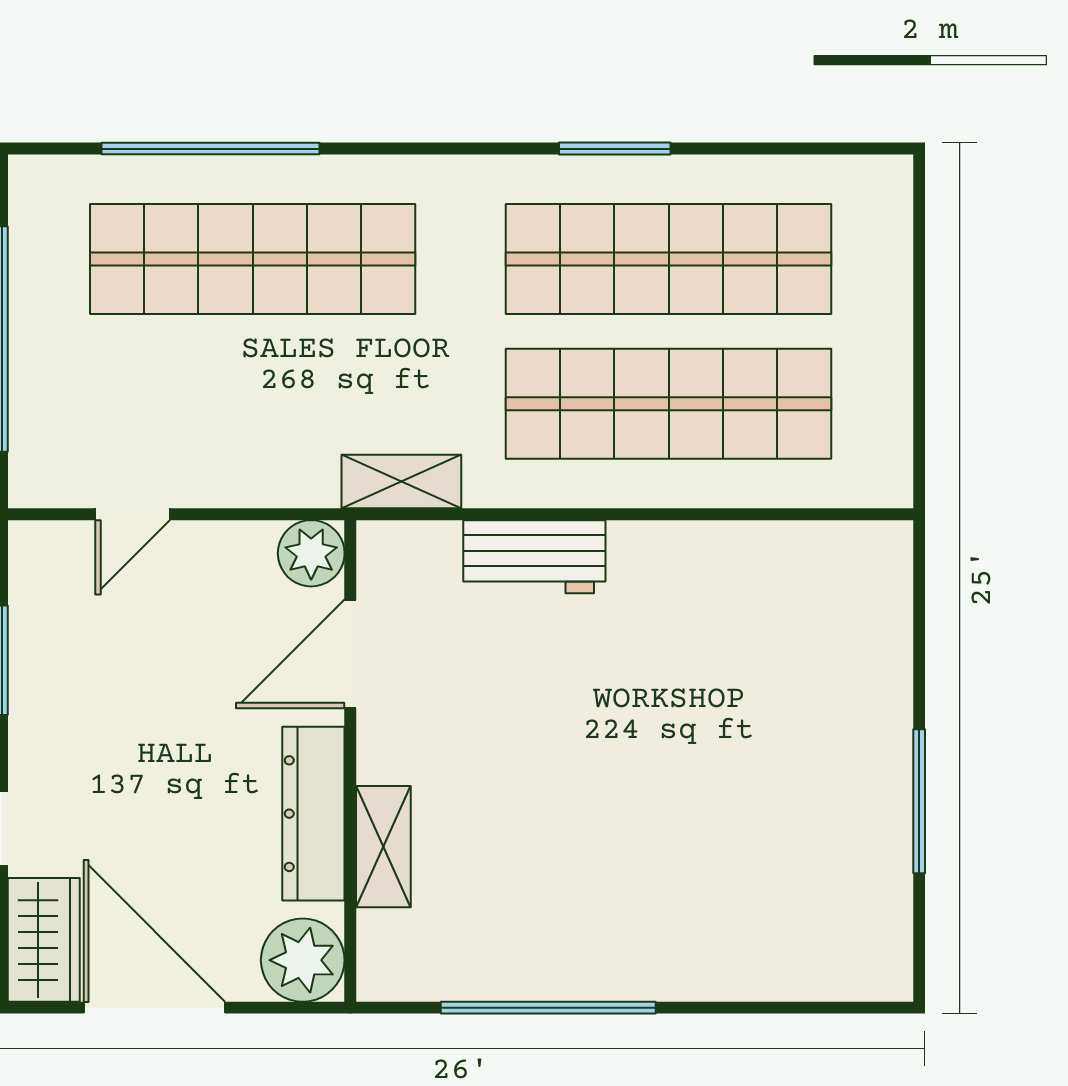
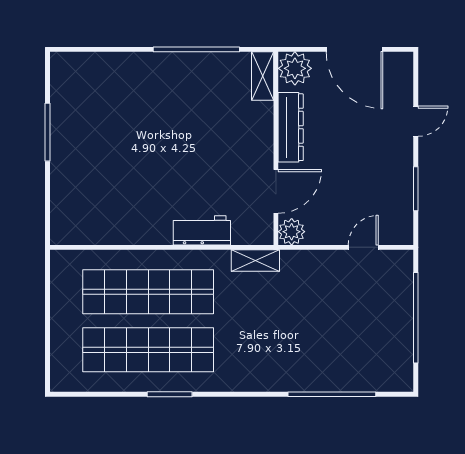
shop shelf: (253, 259) -> (315, 350), removed
shelving: (383, 847) -> (263, 76), moved
wardrobe: (44, 940) -> (399, 77), removed

